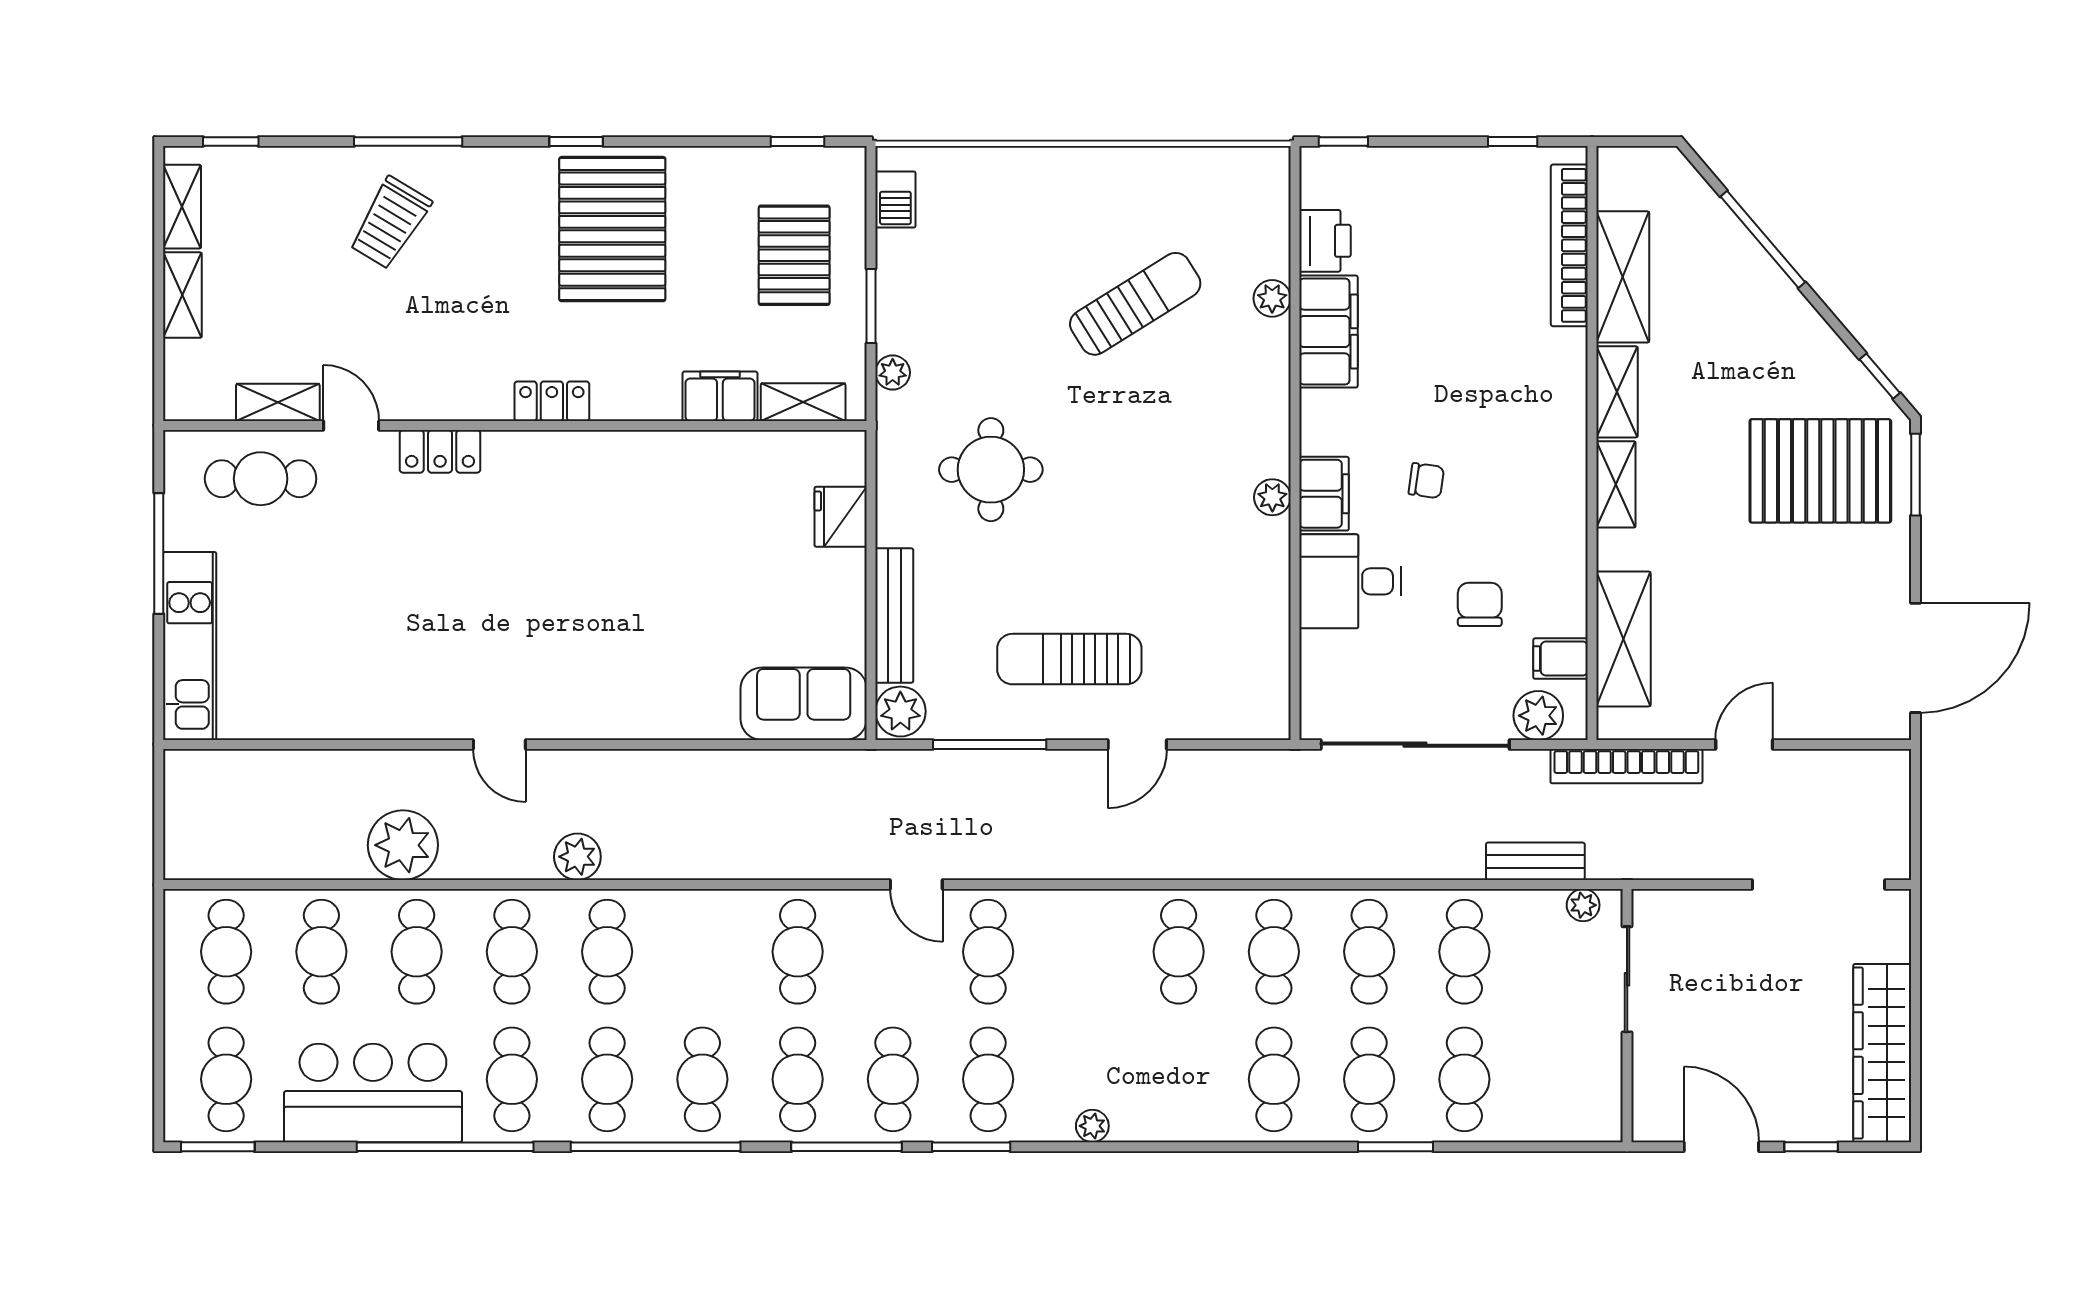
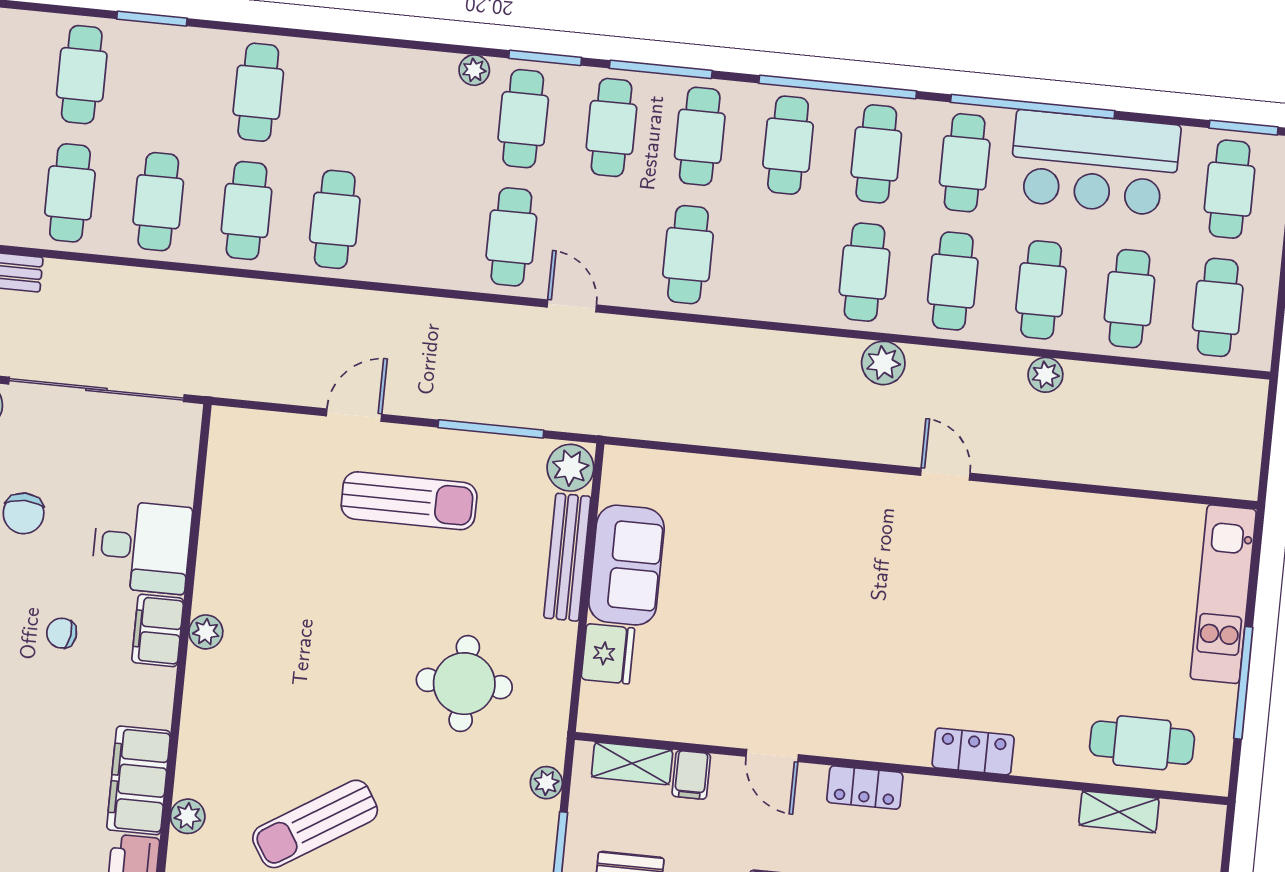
filing cabinet: (720, 396) -> (691, 775), width x0.50
door: (351, 426) -> (772, 756), moved
sofa: (804, 704) -> (626, 565), moved, turned -90
plant: (403, 845) -> (1045, 375), width x0.53, depth x0.53
cafe table: (1369, 1079) -> (170, 83), removed
plant: (1092, 1126) -> (474, 70), moved

